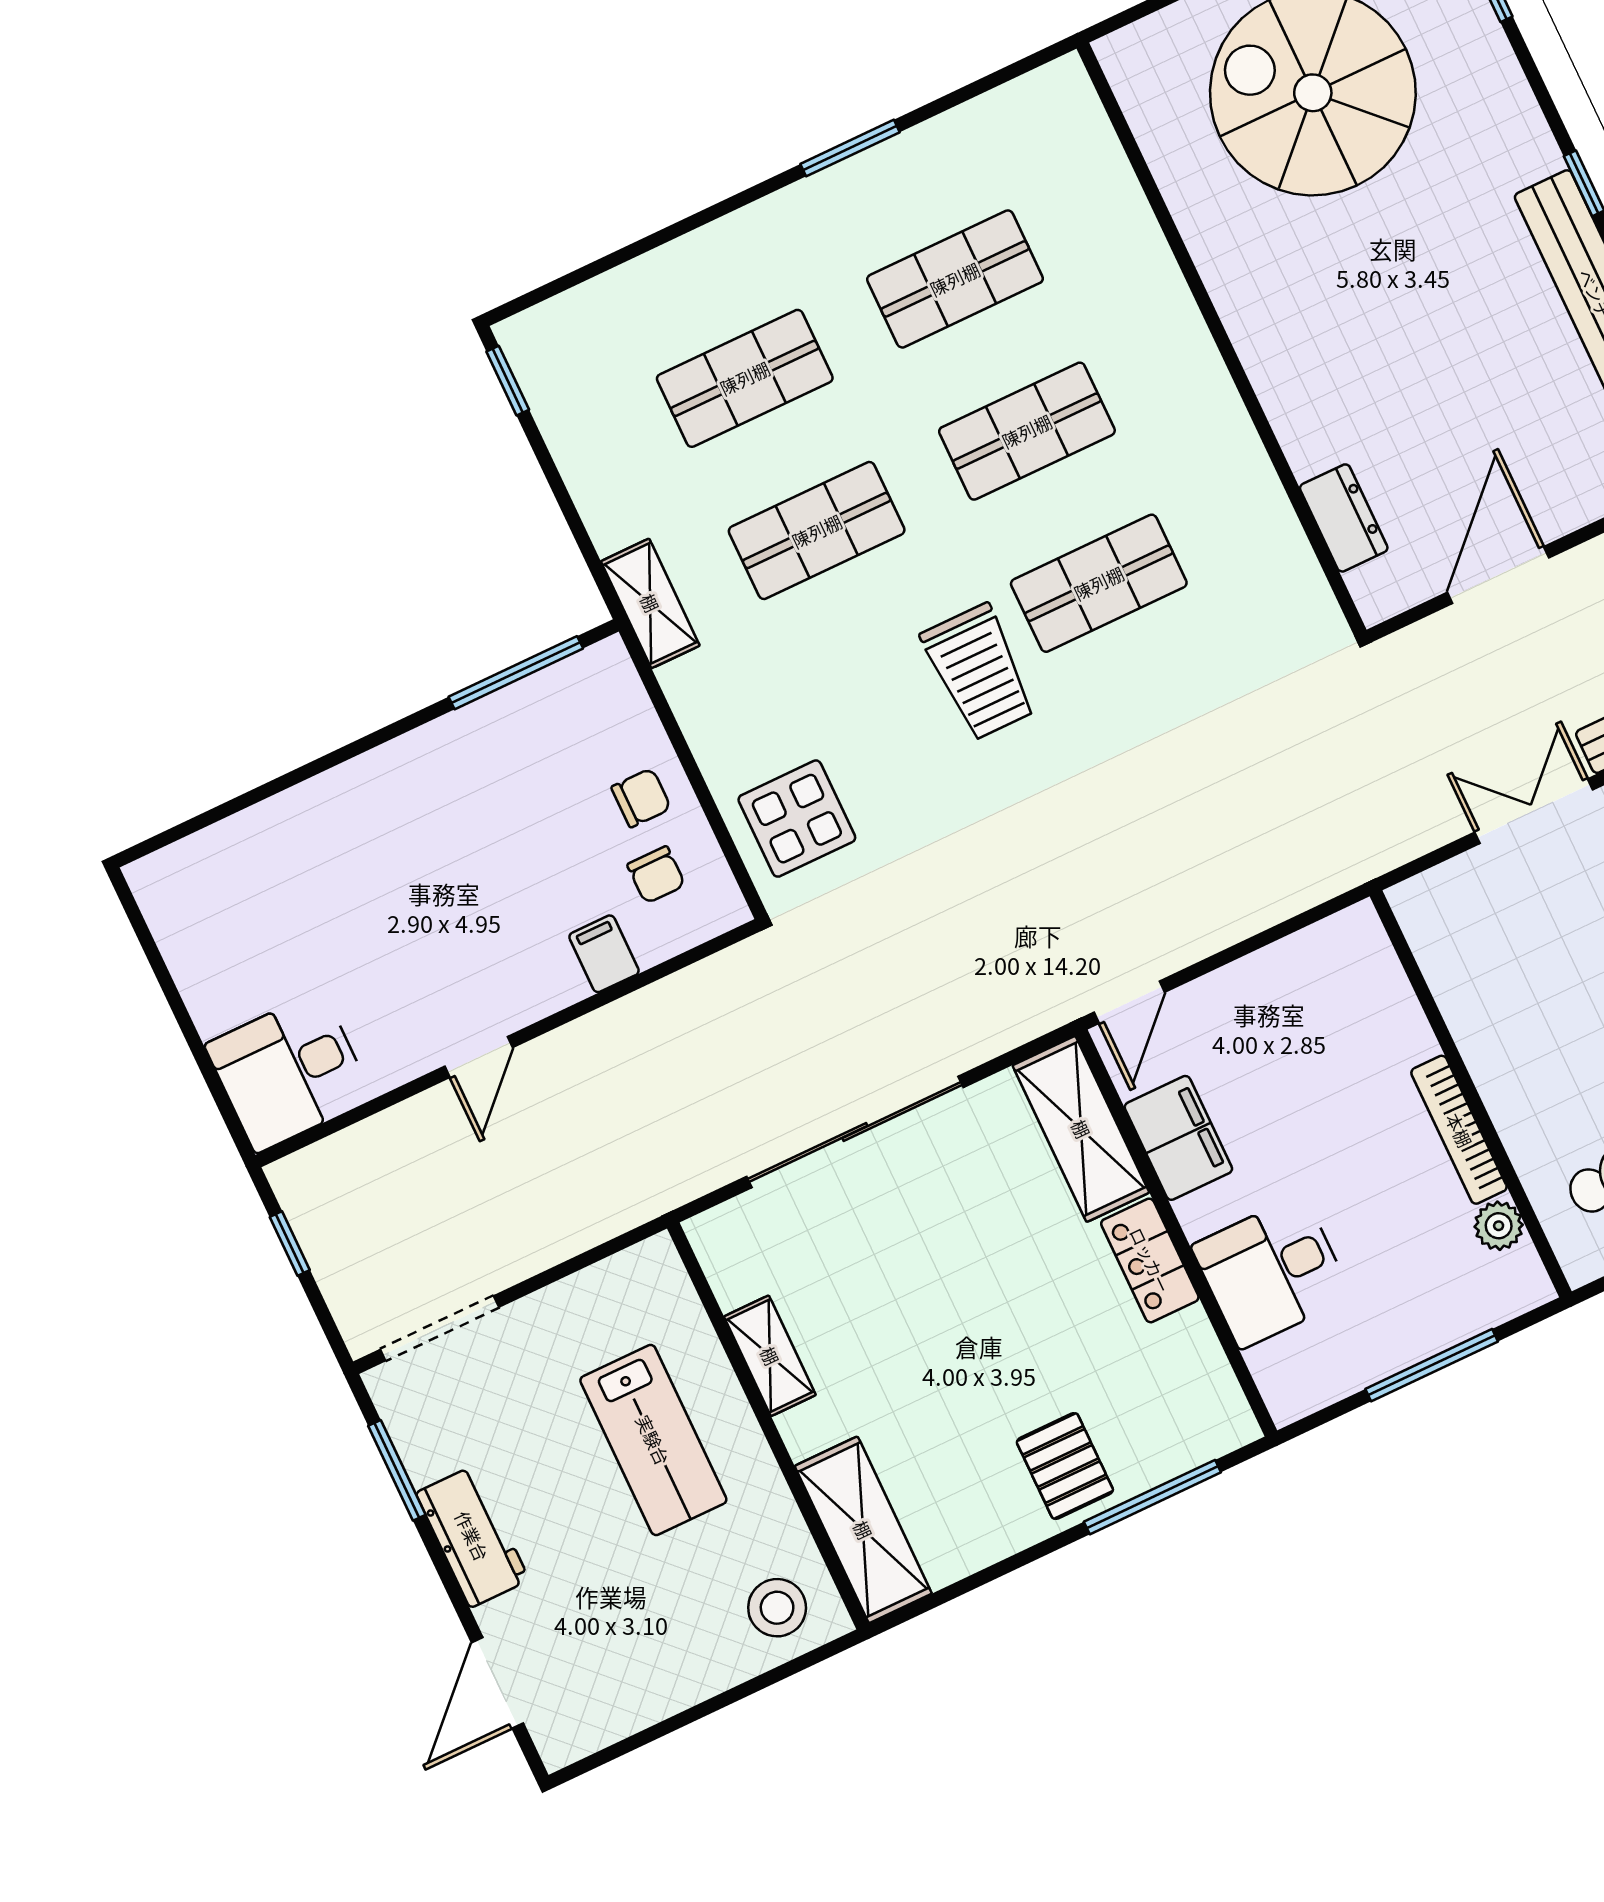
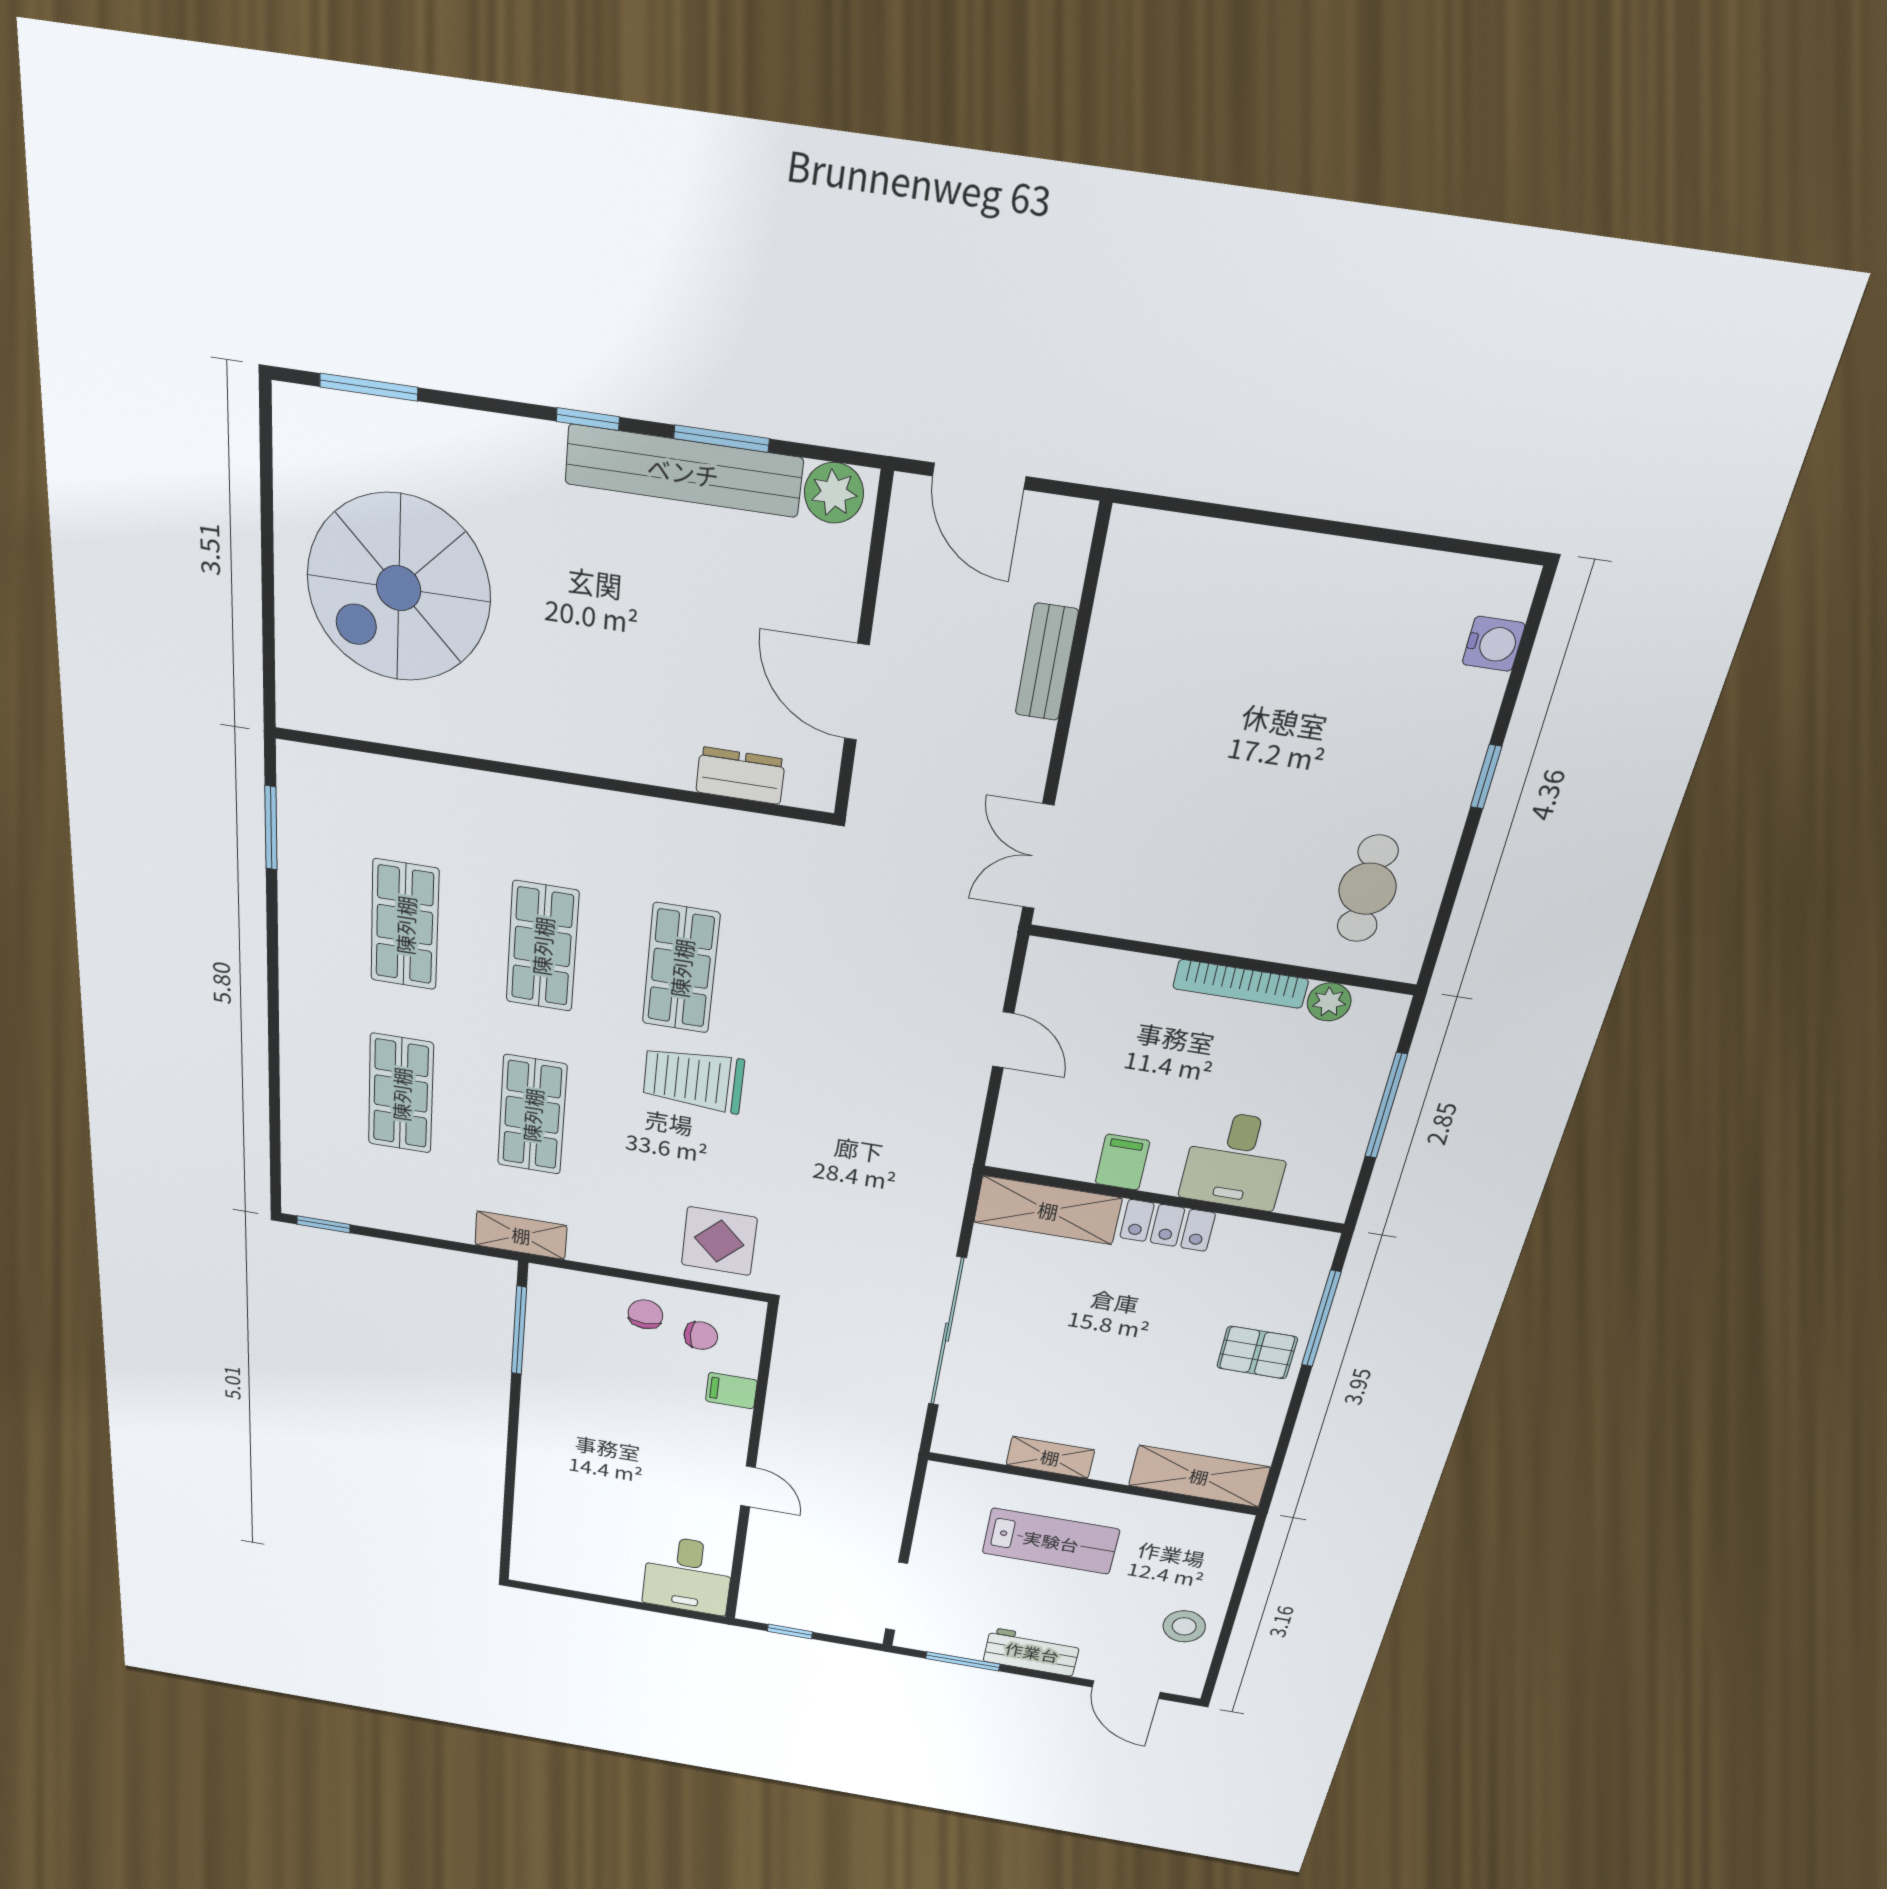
window: (850, 148) -> (271, 828), moved
trolley: (979, 672) -> (694, 1080), turned 180
double door: (1534, 811) -> (1038, 857), moved
door: (1129, 1002) -> (1003, 1040), moved
filing cabinet: (1178, 1138) -> (1122, 1162), width x0.50
stool: (777, 1608) -> (1184, 1626), moved

